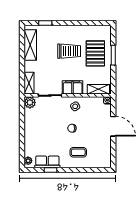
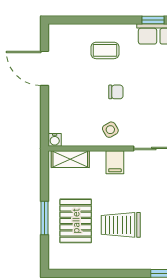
filing cabinet: (73, 87) -> (115, 162), width x0.50
door: (113, 126) -> (44, 68), moved

